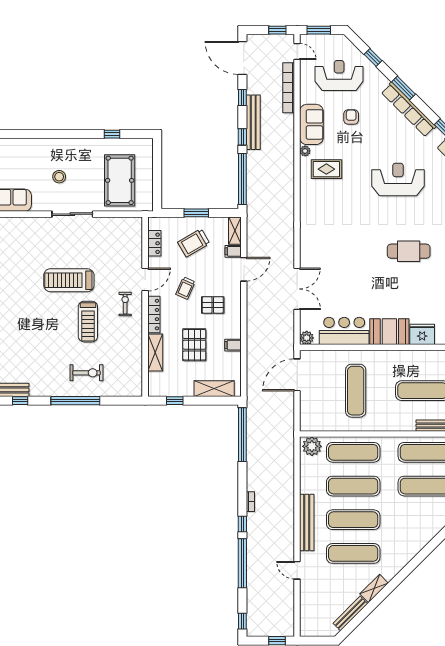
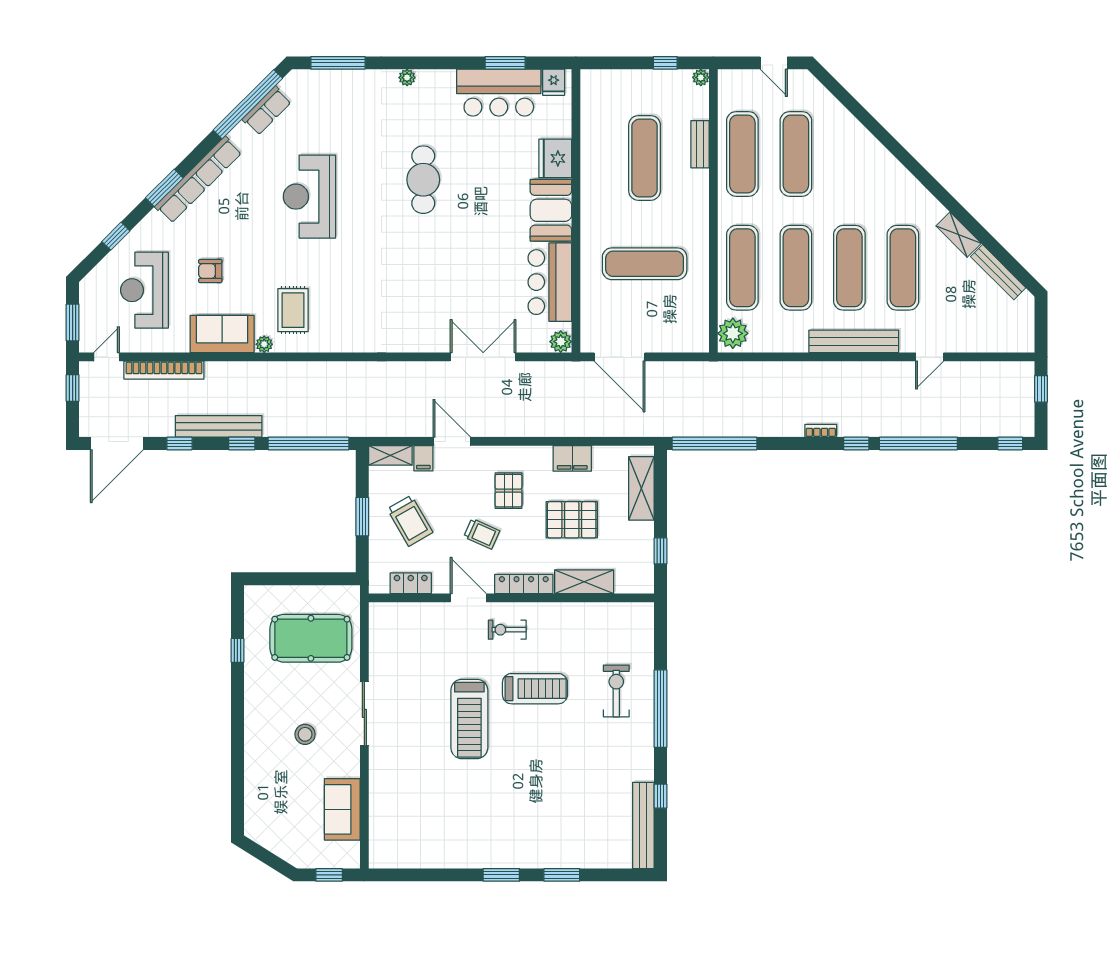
filing cabinet: (233, 345) -> (572, 458), width x2.00

